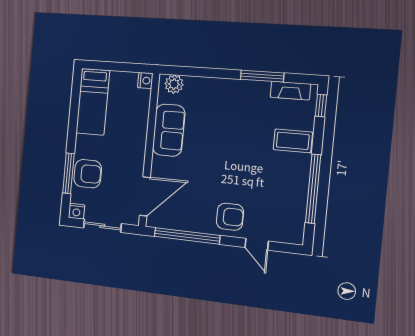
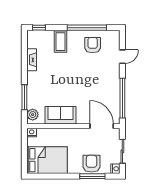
window: (262, 76) -> (24, 97), moved
fireplace: (290, 91) -> (32, 60), moved
bed: (93, 102) -> (47, 160), width x1.50
armchair: (230, 217) -> (93, 45), moved

